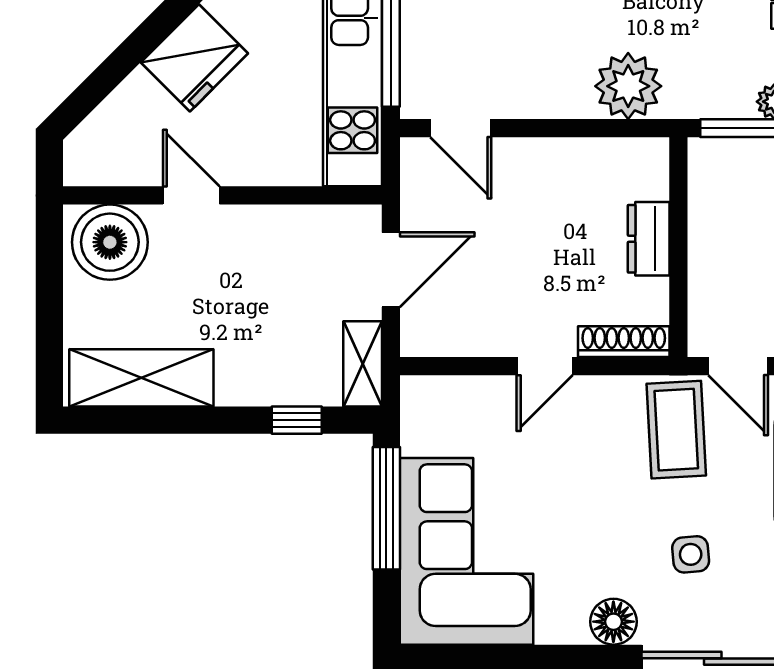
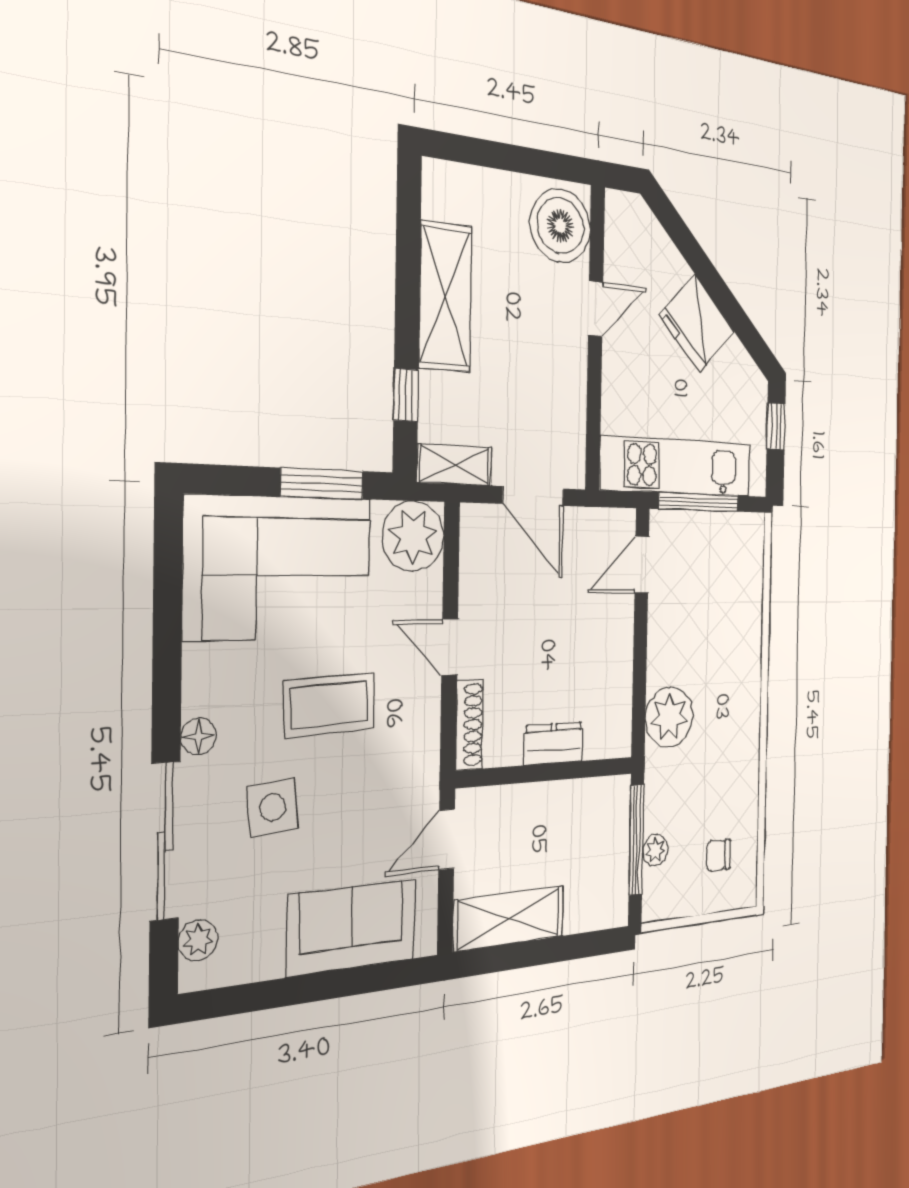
shelving: (141, 378) -> (445, 297), moved
plant: (434, 410) -> (413, 536), added
coffee table: (676, 430) -> (329, 705), moved
window: (386, 508) -> (322, 484), width x0.69
side table: (691, 554) -> (273, 807), width x1.37, depth x1.37
floor lamp: (613, 622) -> (198, 736), width x0.73, depth x0.73

